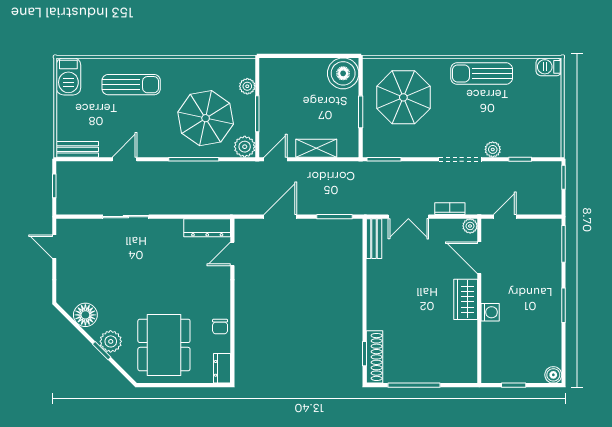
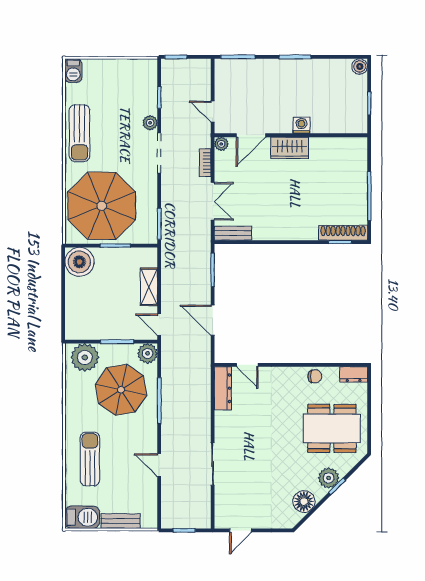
plant: (247, 86) -> (85, 357), width x1.88, depth x1.88
parasol: (403, 97) -> (102, 206), width x1.36, depth x1.36
bench: (77, 149) -> (120, 521), moved, turned 90

